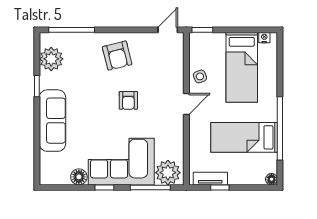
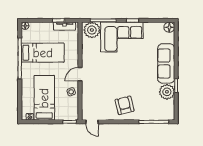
door: (168, 30) -> (92, 122), hinge flipped
plant: (51, 59) -> (167, 92), moved
armchair: (128, 100) -> (117, 76), removed
floor lamp: (79, 177) -> (169, 27), moved

